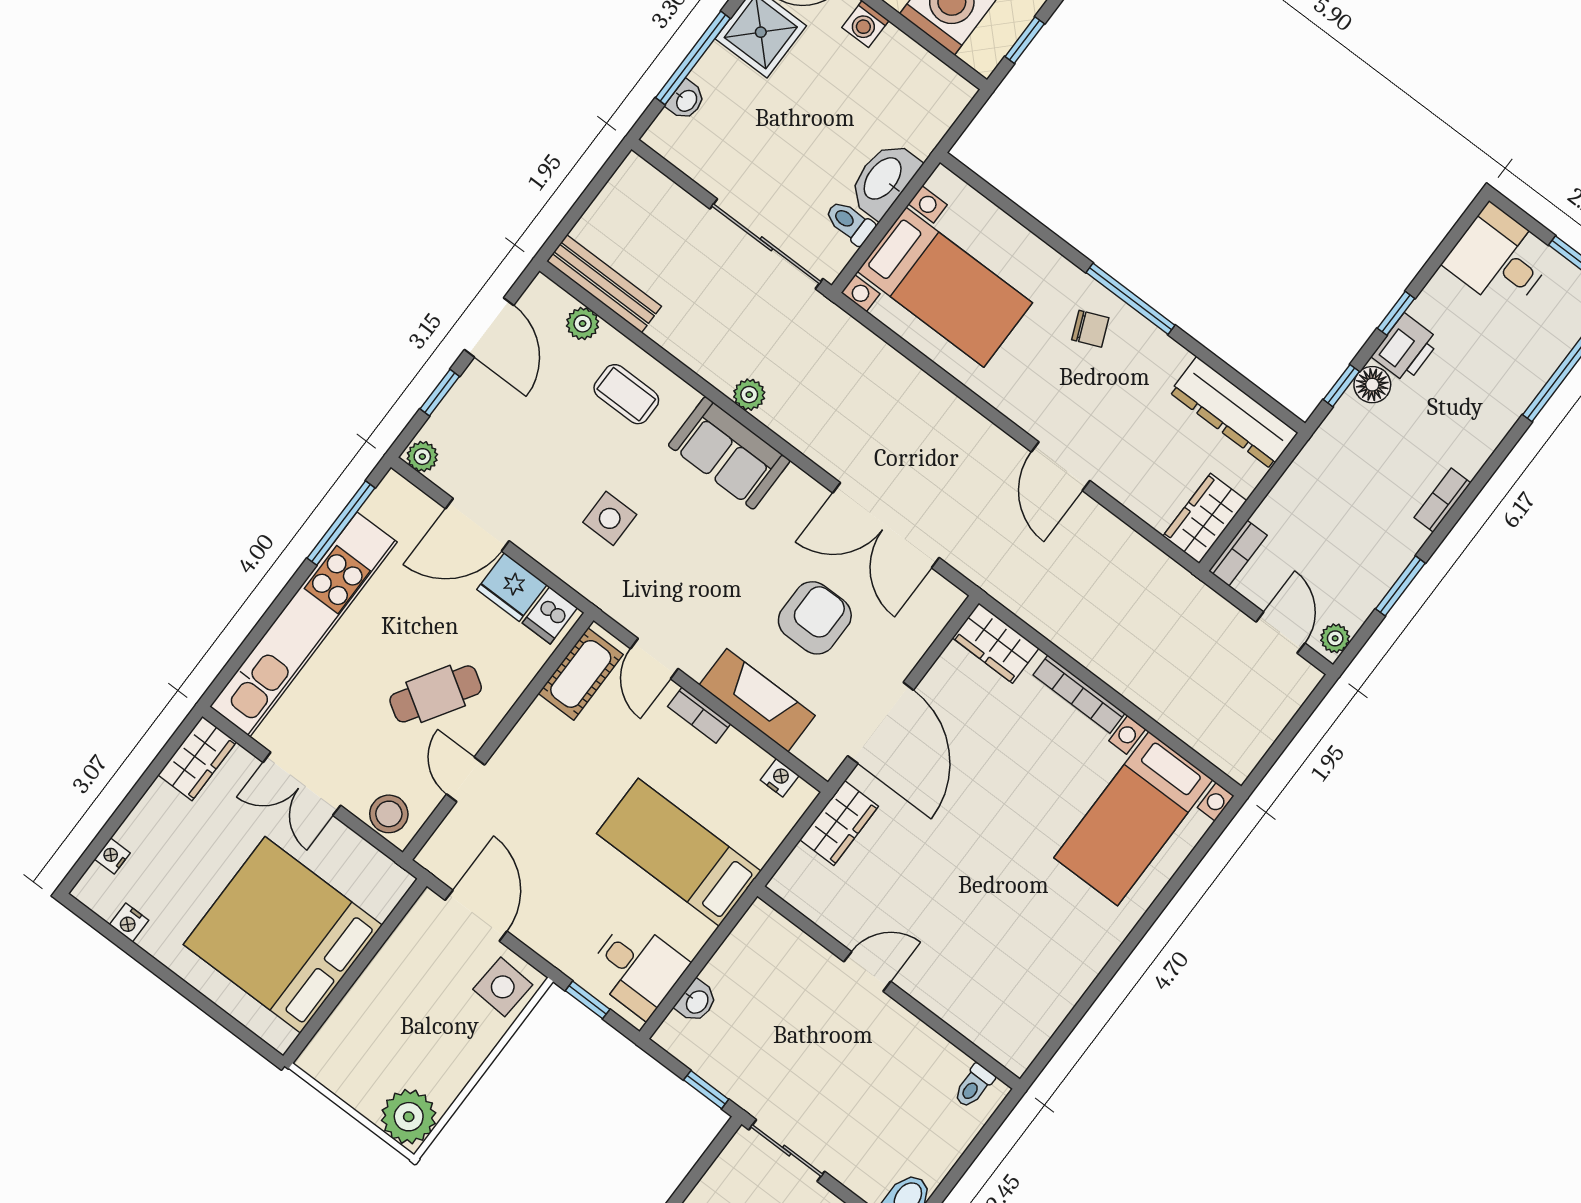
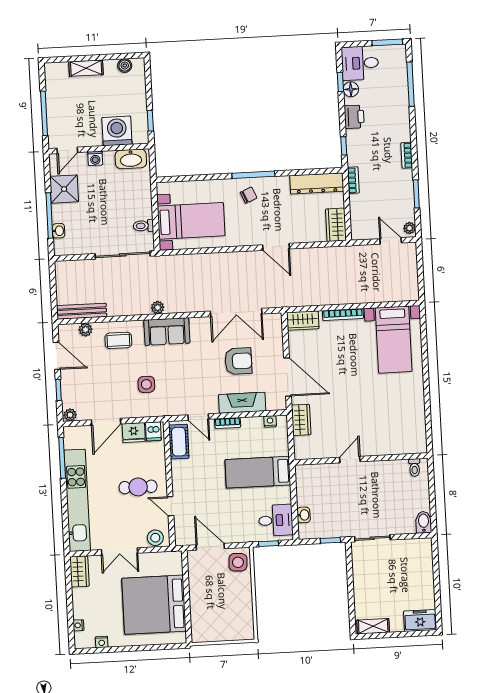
washbasin: (884, 179) -> (131, 159), moved, turned -90
window: (1396, 313) -> (340, 82), moved
floor lamp: (1372, 385) -> (351, 89), moved
bookcase: (1238, 553) -> (353, 180), moved
armchair: (815, 618) -> (238, 361), turned 90
cafe table: (436, 694) -> (138, 487), turned 58
plant: (409, 1117) -> (243, 629), removed

